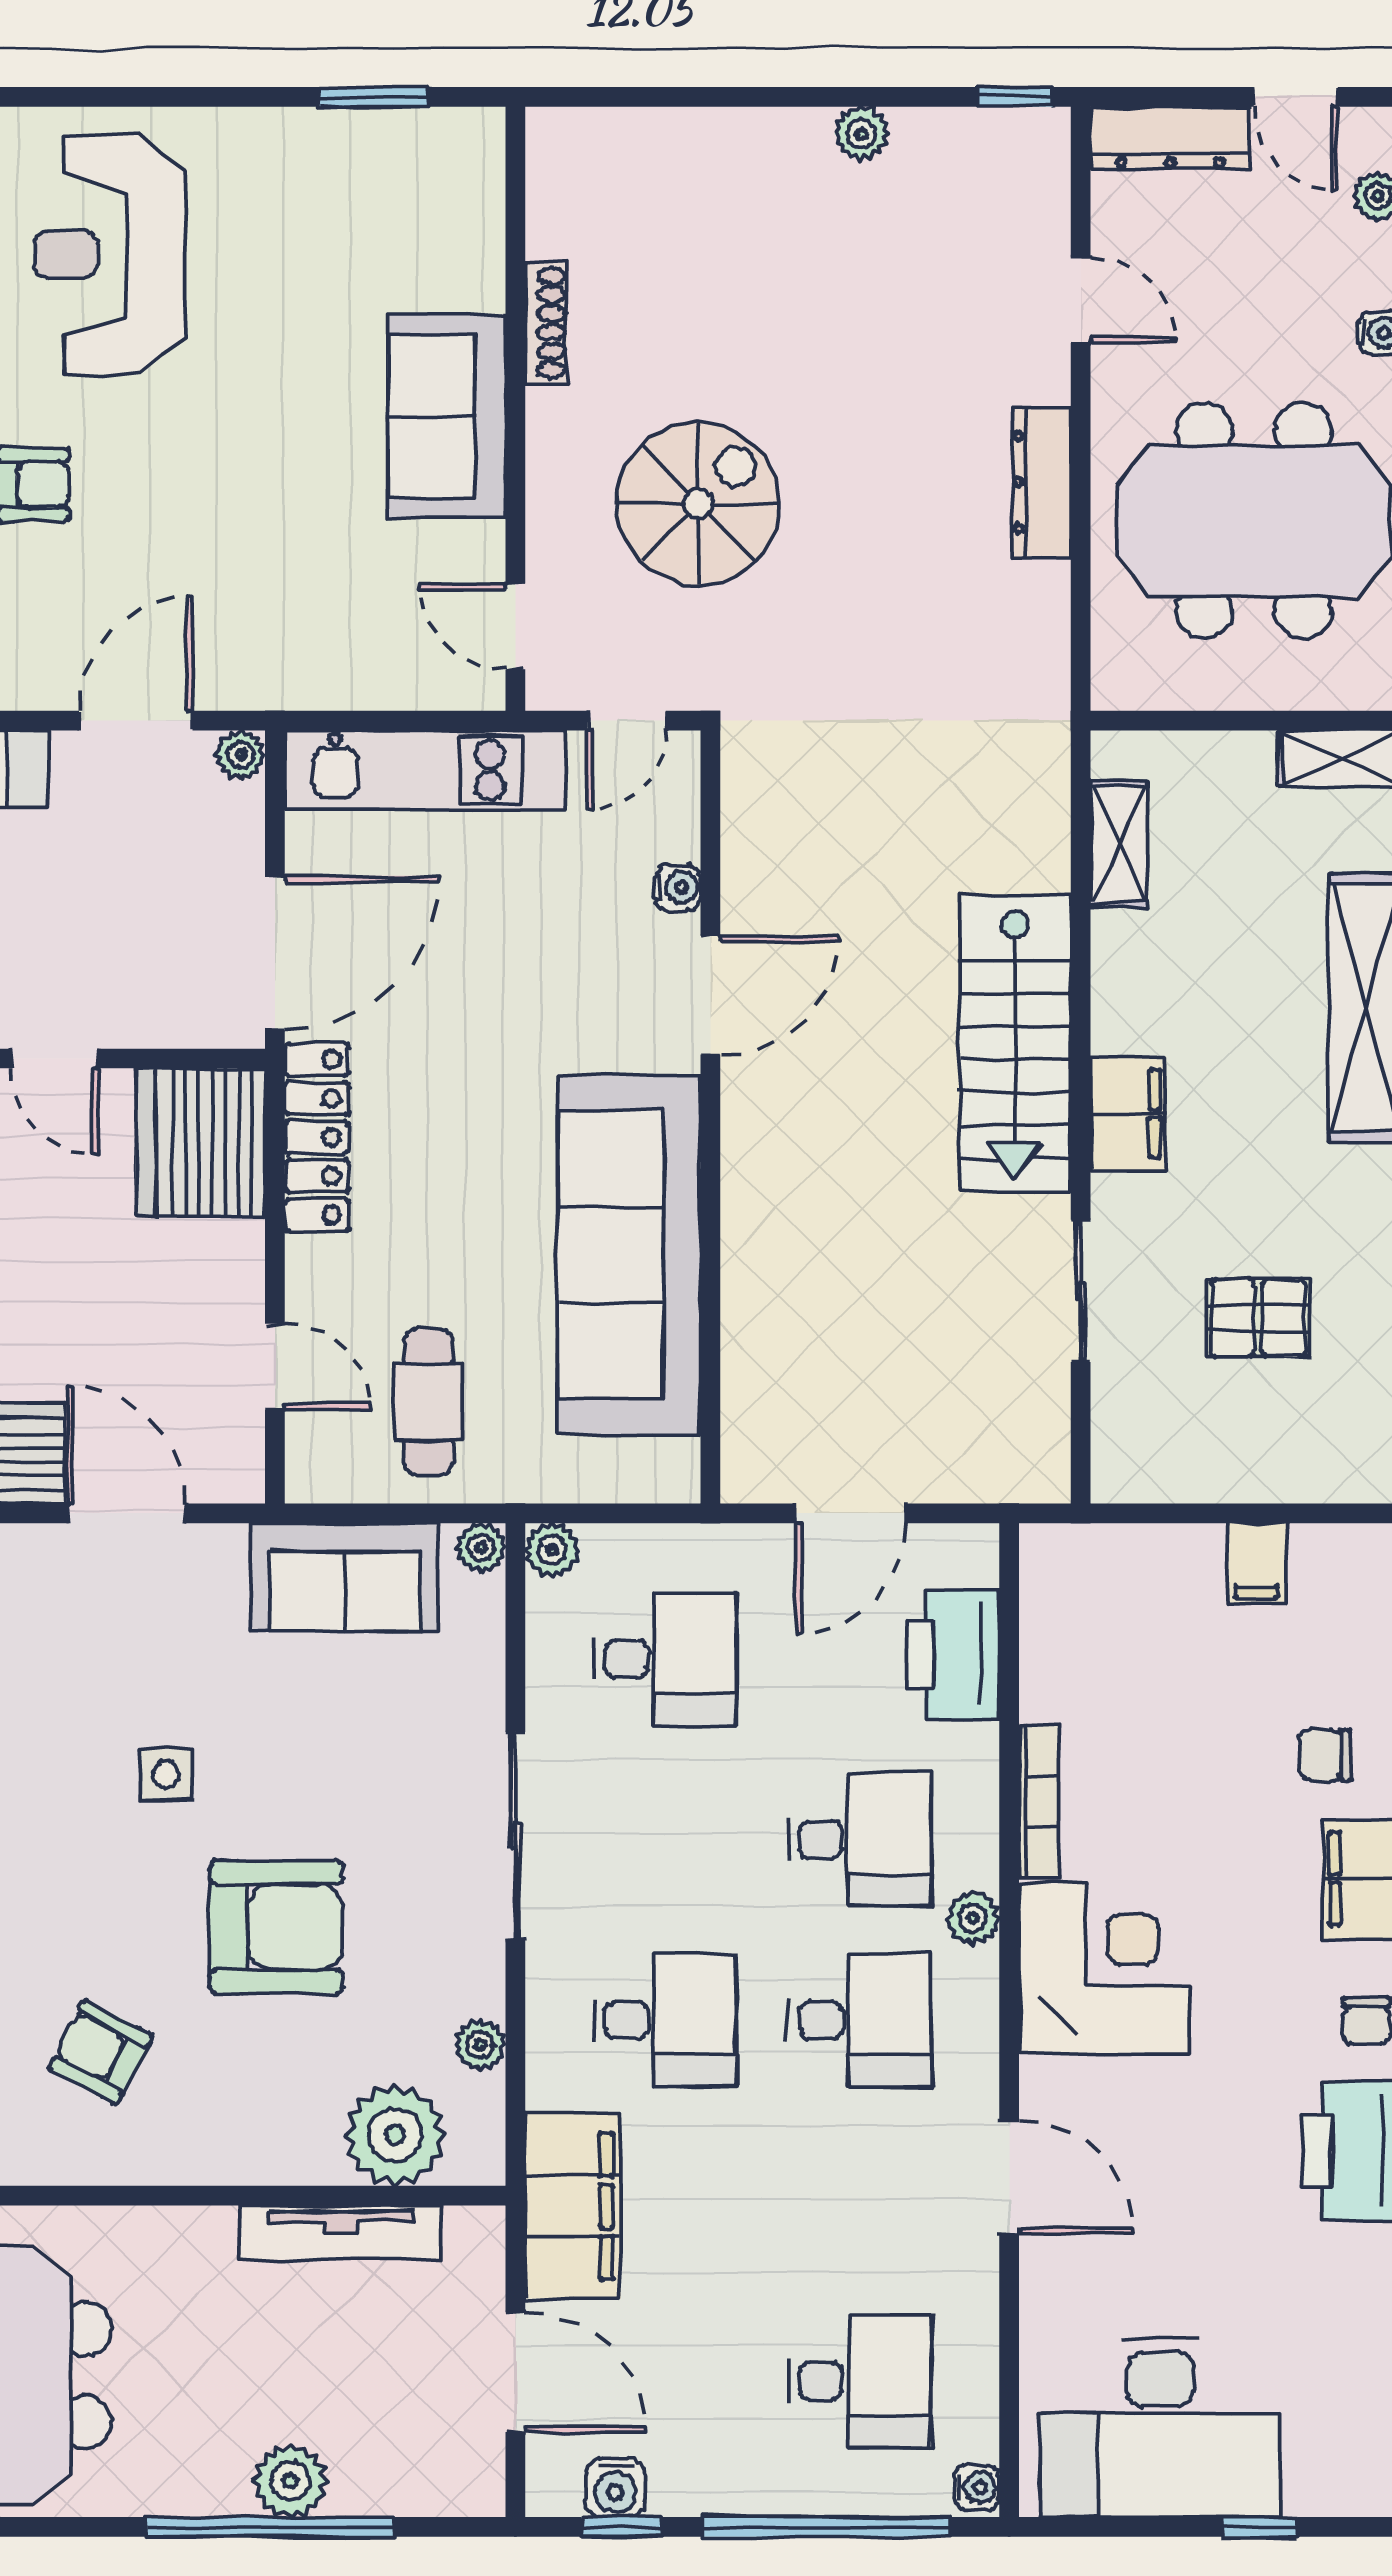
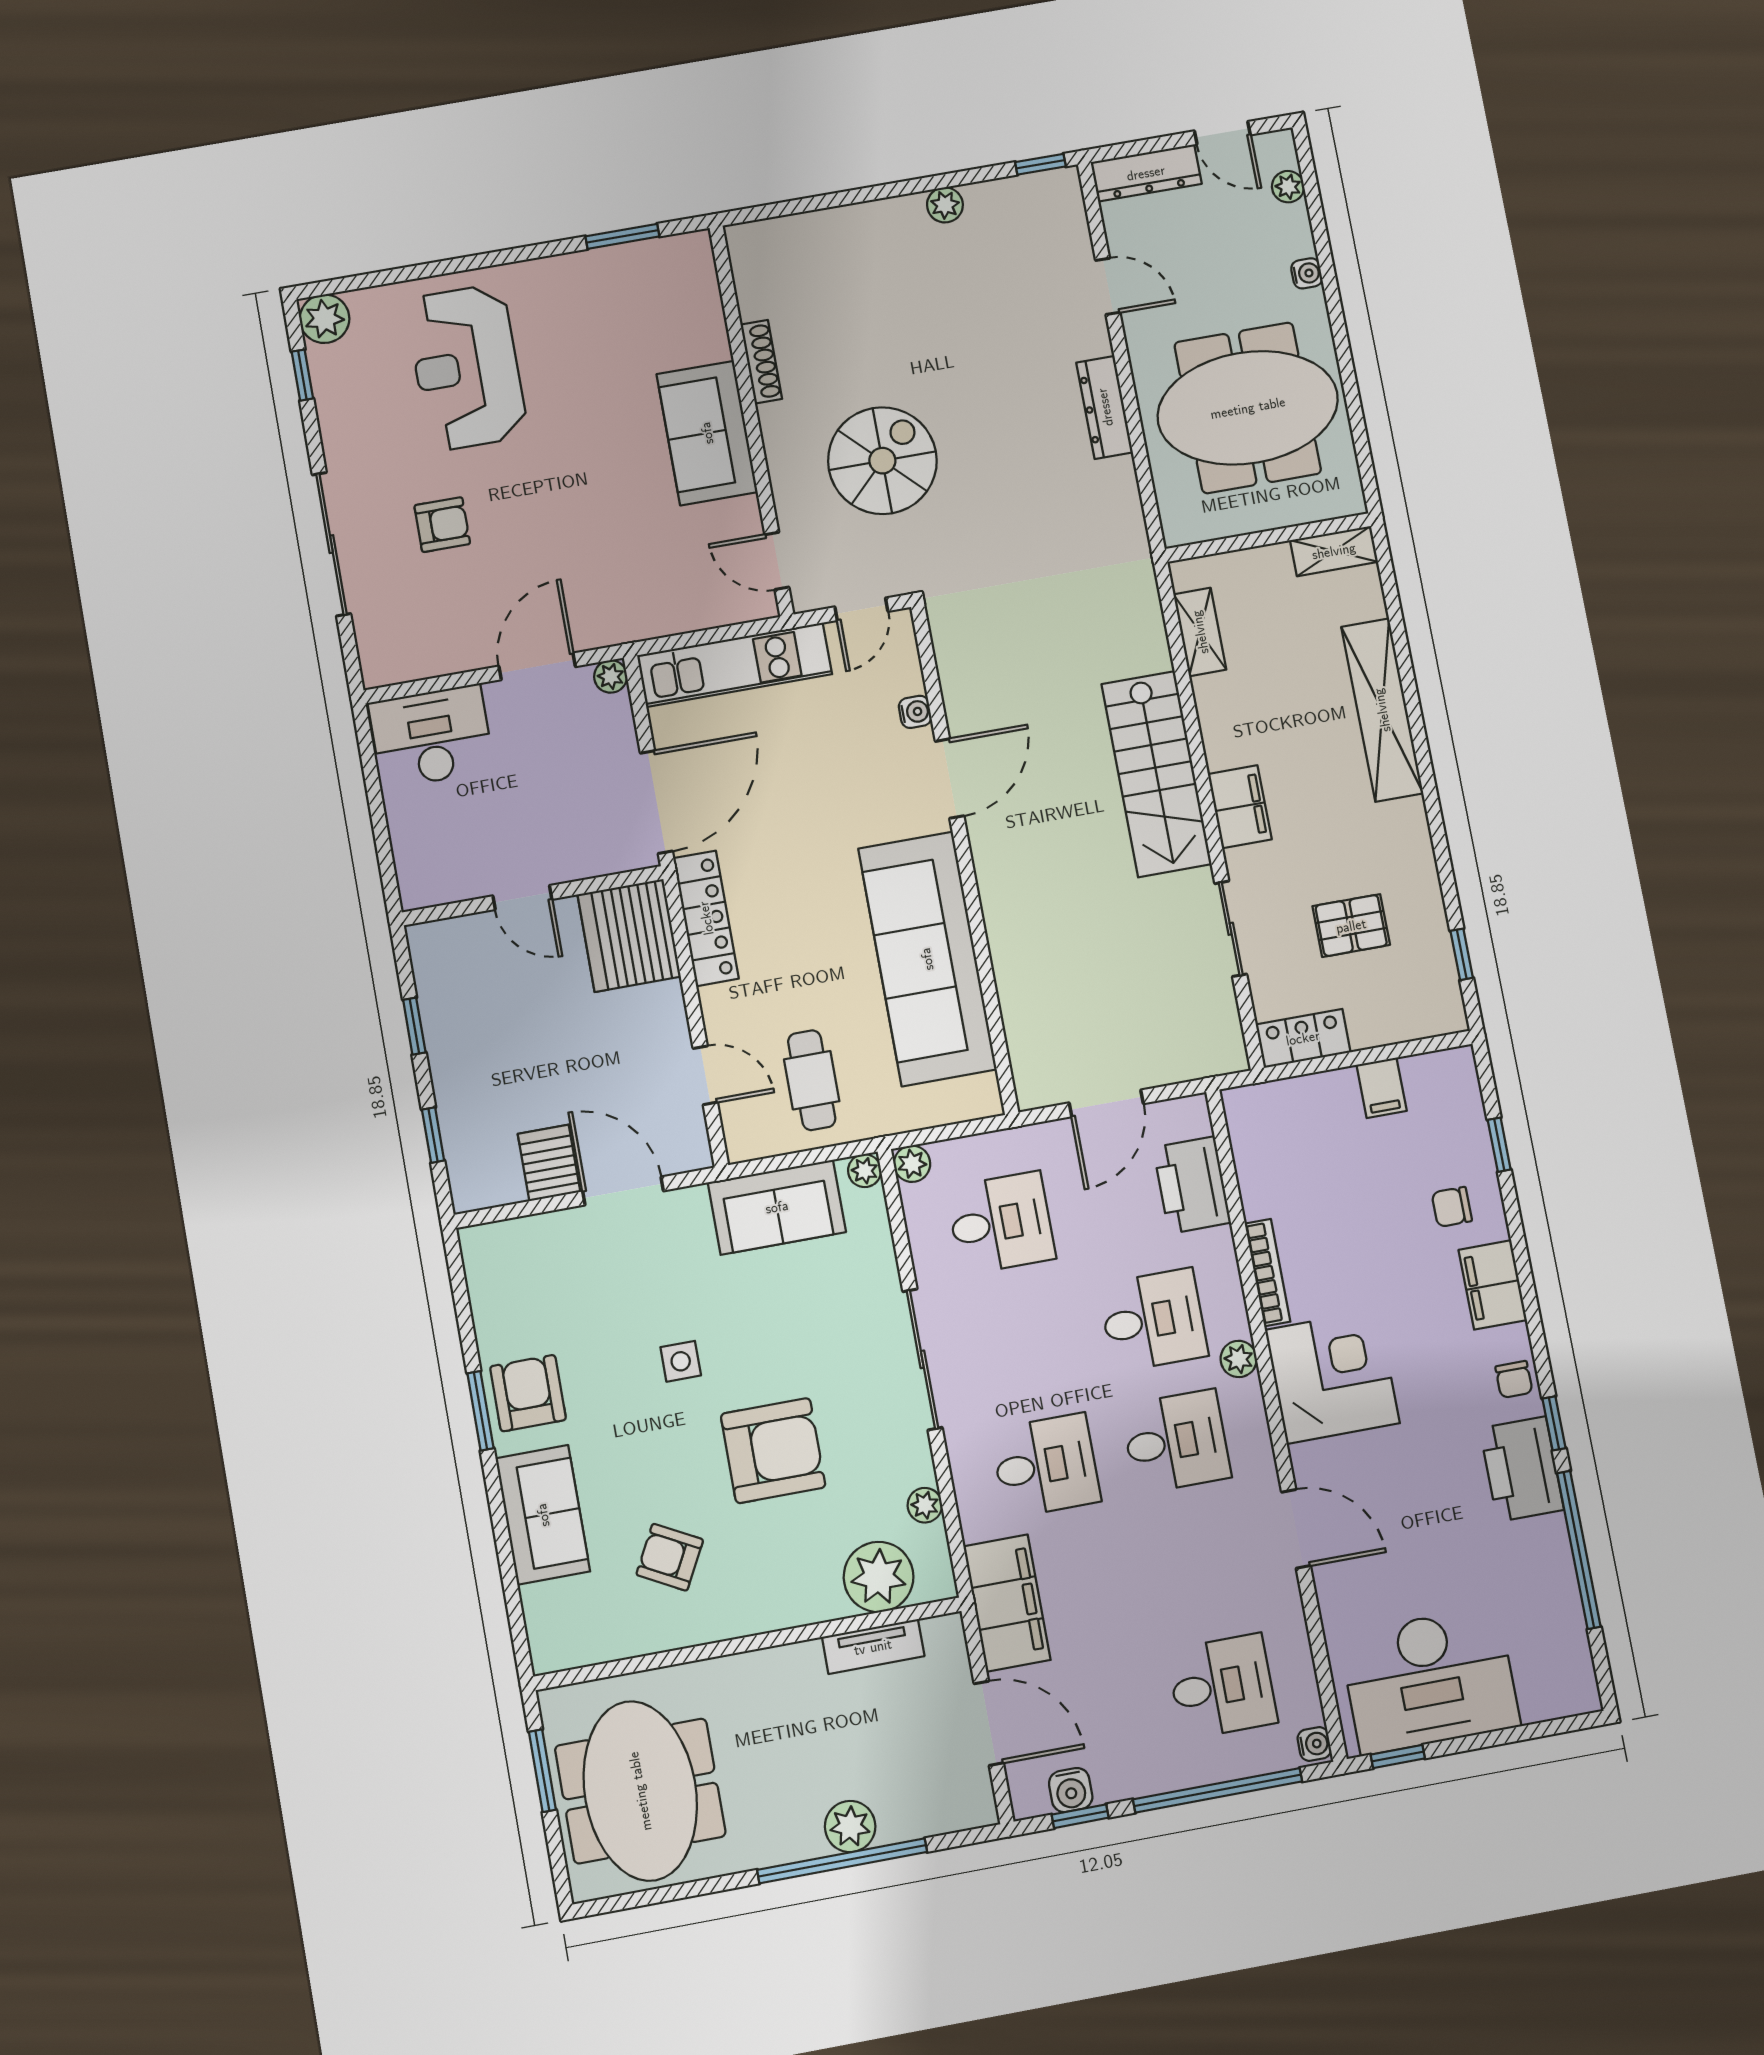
locker: (1156, 1471) -> (1303, 1038), added
tv unit: (340, 2233) -> (873, 1647), width x0.71
window: (1260, 2527) -> (1398, 1756), moved

